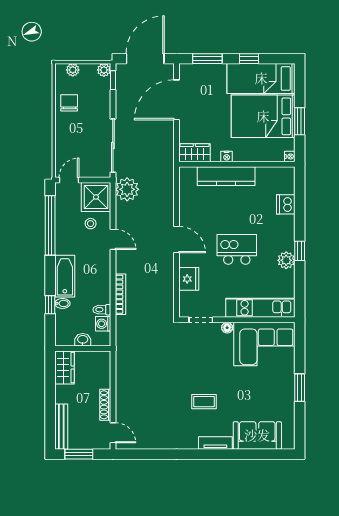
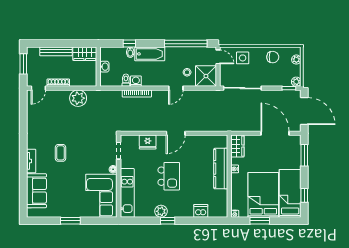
window: (249, 59) -> (304, 195), moved
side table: (70, 145) -> (243, 58), added
plant: (127, 189) -> (78, 98), moved
washing machine: (103, 324) -> (136, 81), moved
bench: (61, 427) -> (56, 51), moved

